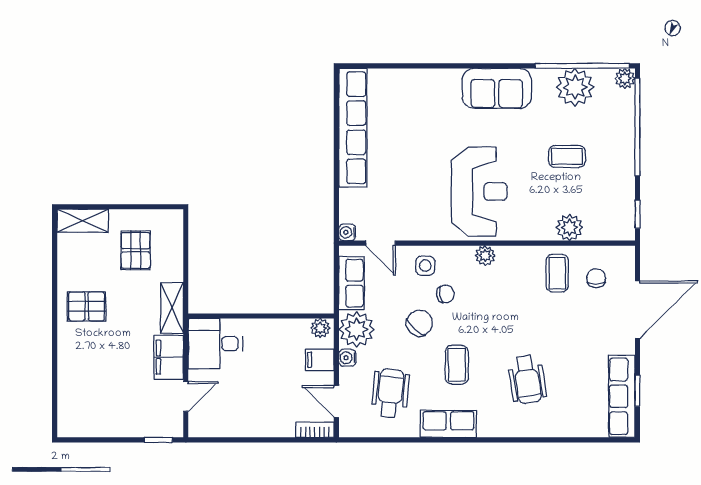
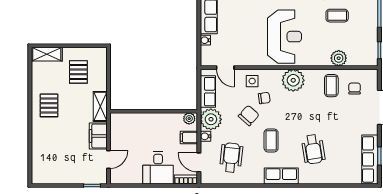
water cooler: (347, 232) -> (205, 40), moved
plant: (485, 256) -> (293, 80), width x1.88, depth x1.88
pallet: (87, 306) -> (49, 105), turned 90
desk: (215, 344) -> (158, 168), moved, turned -90
row of seats: (448, 424) -> (281, 176), moved

